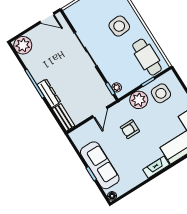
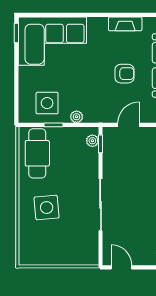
plant: (139, 100) -> (77, 117), width x0.53, depth x0.53
armchair: (130, 129) -> (124, 74), moved
fireplace: (156, 167) -> (125, 24), moved

